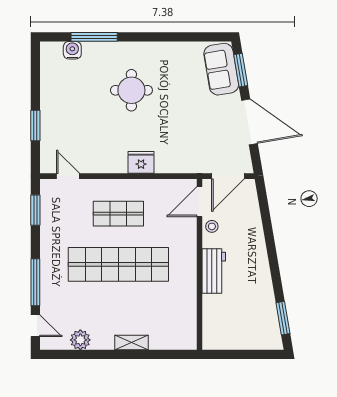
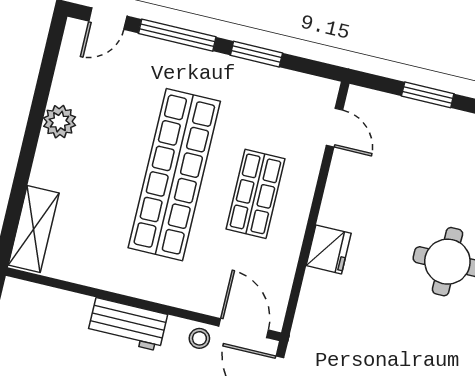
door: (68, 176) -> (335, 128), hinge flipped
window: (35, 210) -> (256, 54), moved
plant: (80, 340) -> (60, 122), moved
shelving: (131, 343) -> (34, 229), moved, width x1.50, depth x1.33

